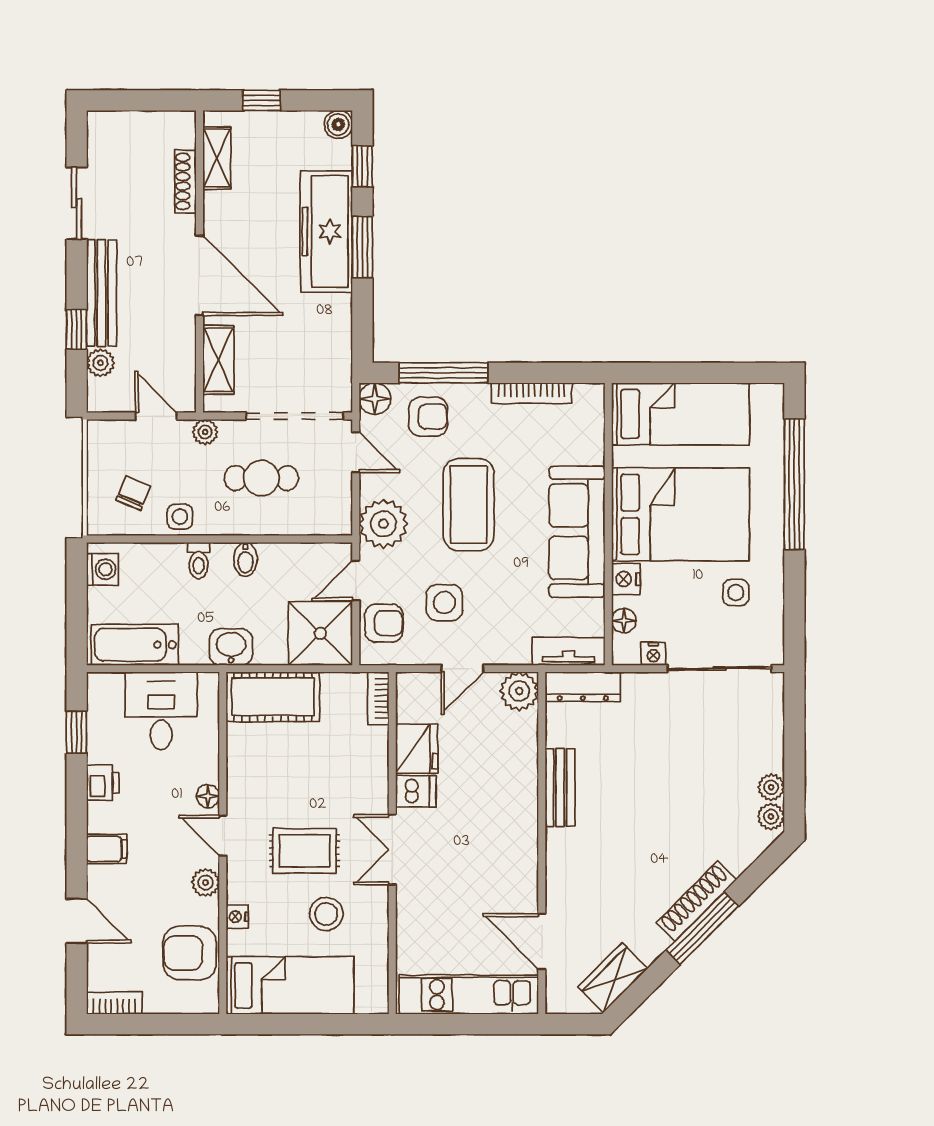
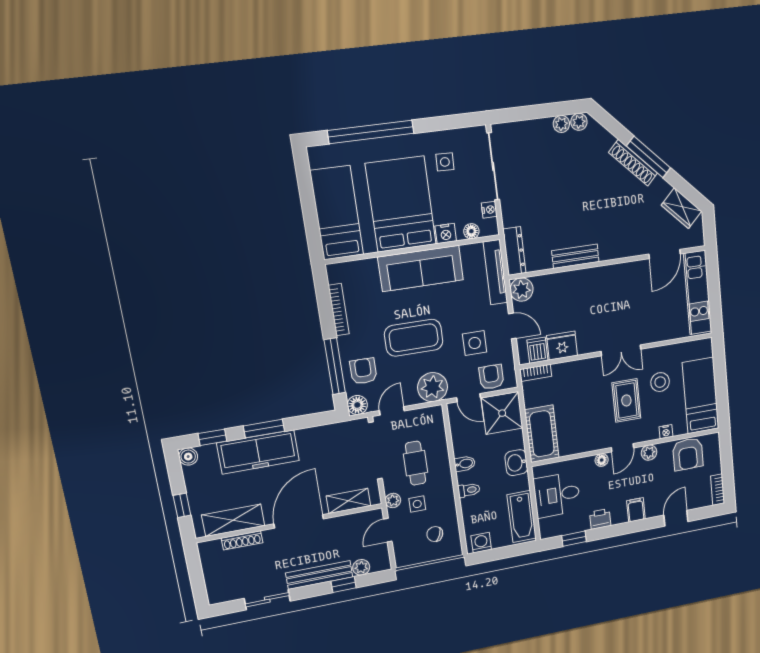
shelving: (217, 158) -> (233, 520), width x1.50, depth x1.33
side table: (180, 517) -> (417, 504), moved
tv unit: (568, 651) -> (495, 272), width x1.41
dishwasher: (416, 791) -> (537, 350), moved

